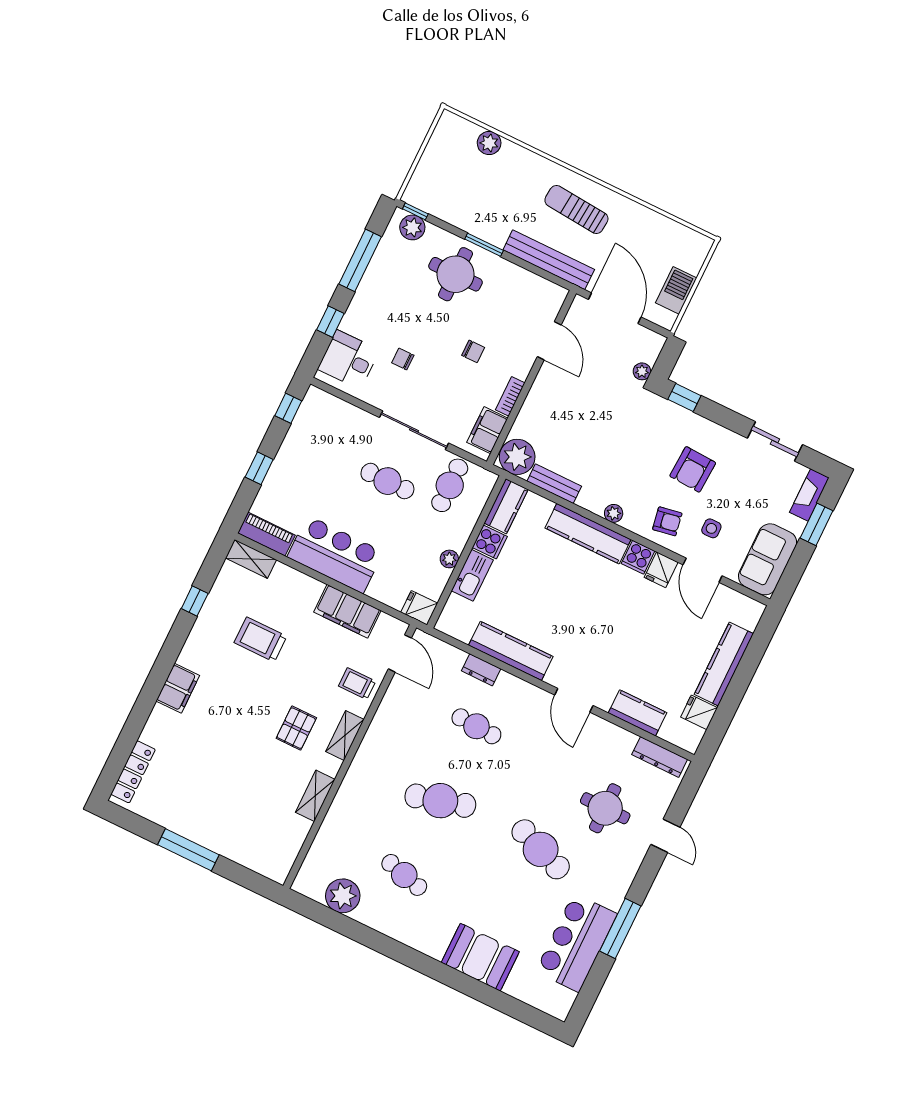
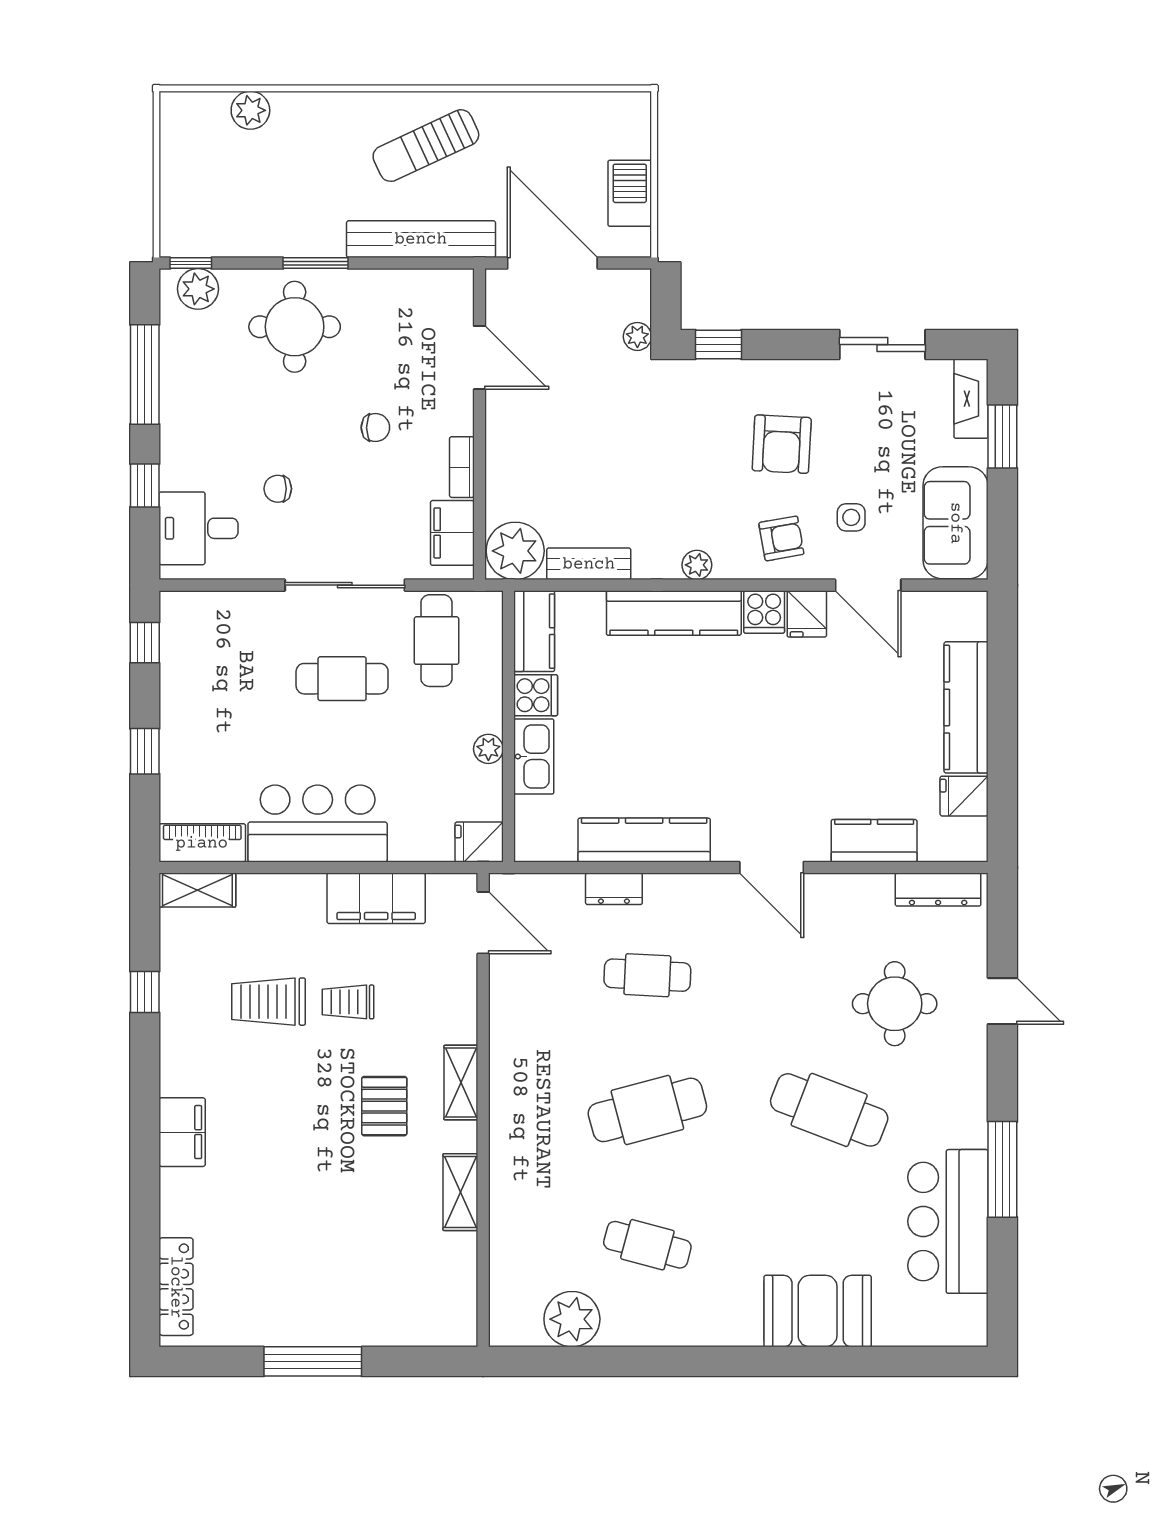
sun lounger: (576, 209) -> (426, 146), turned -30
trolley: (357, 684) -> (348, 1002), moved

